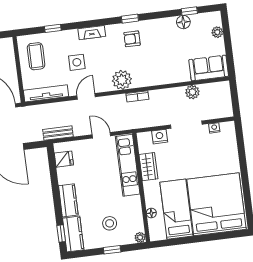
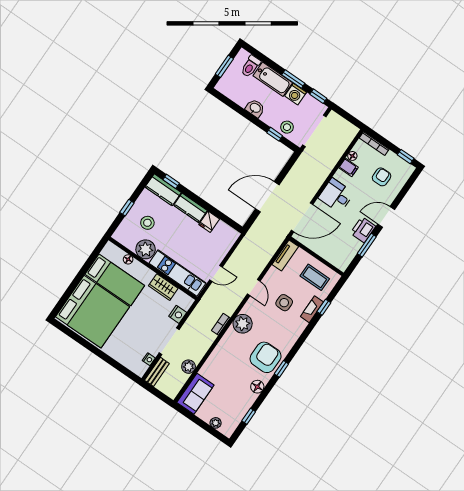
floor lamp: (183, 22) -> (257, 387), moved
fireplace: (92, 33) -> (312, 309), moved
armchair: (132, 39) -> (266, 357), width x1.88, depth x1.88
tv unit: (46, 93) -> (285, 255), width x0.71
bench: (58, 133) -> (157, 372), moved
fridge: (64, 159) -> (209, 222), moved
plant: (140, 237) -> (146, 249), moved, width x1.87, depth x1.87

